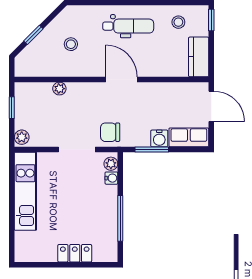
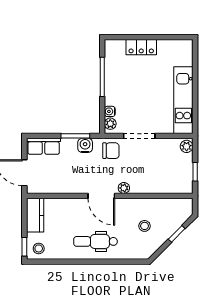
stool: (178, 22) -> (39, 248), moved
plant: (59, 89) -> (124, 188), moved
water cooler: (159, 138) -> (85, 145), moved

